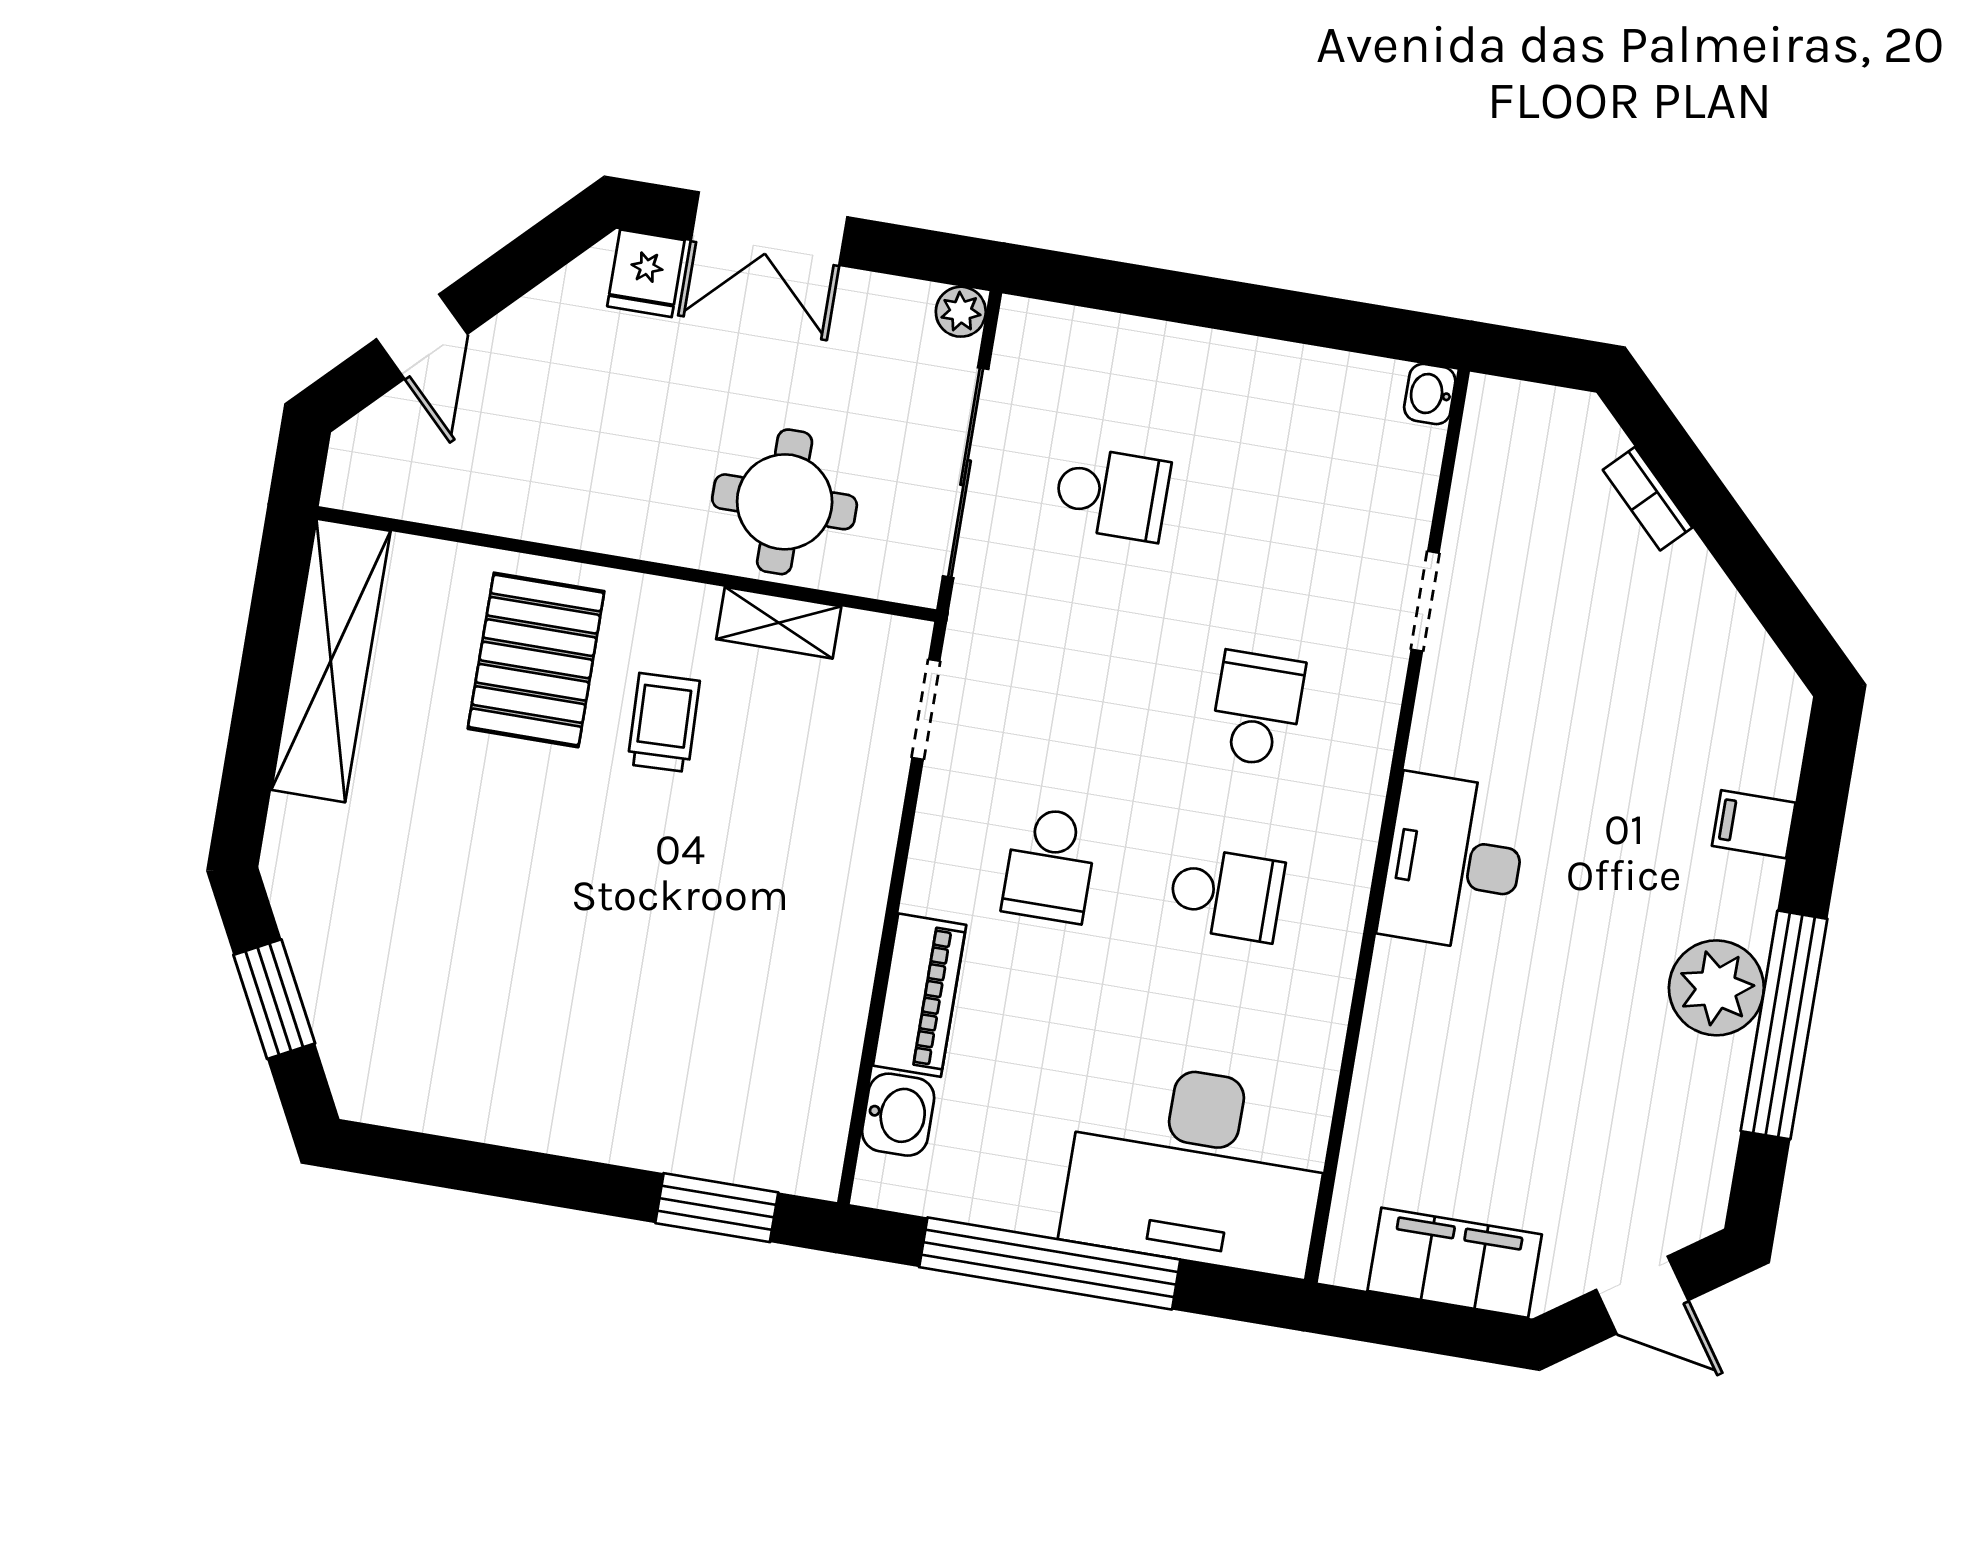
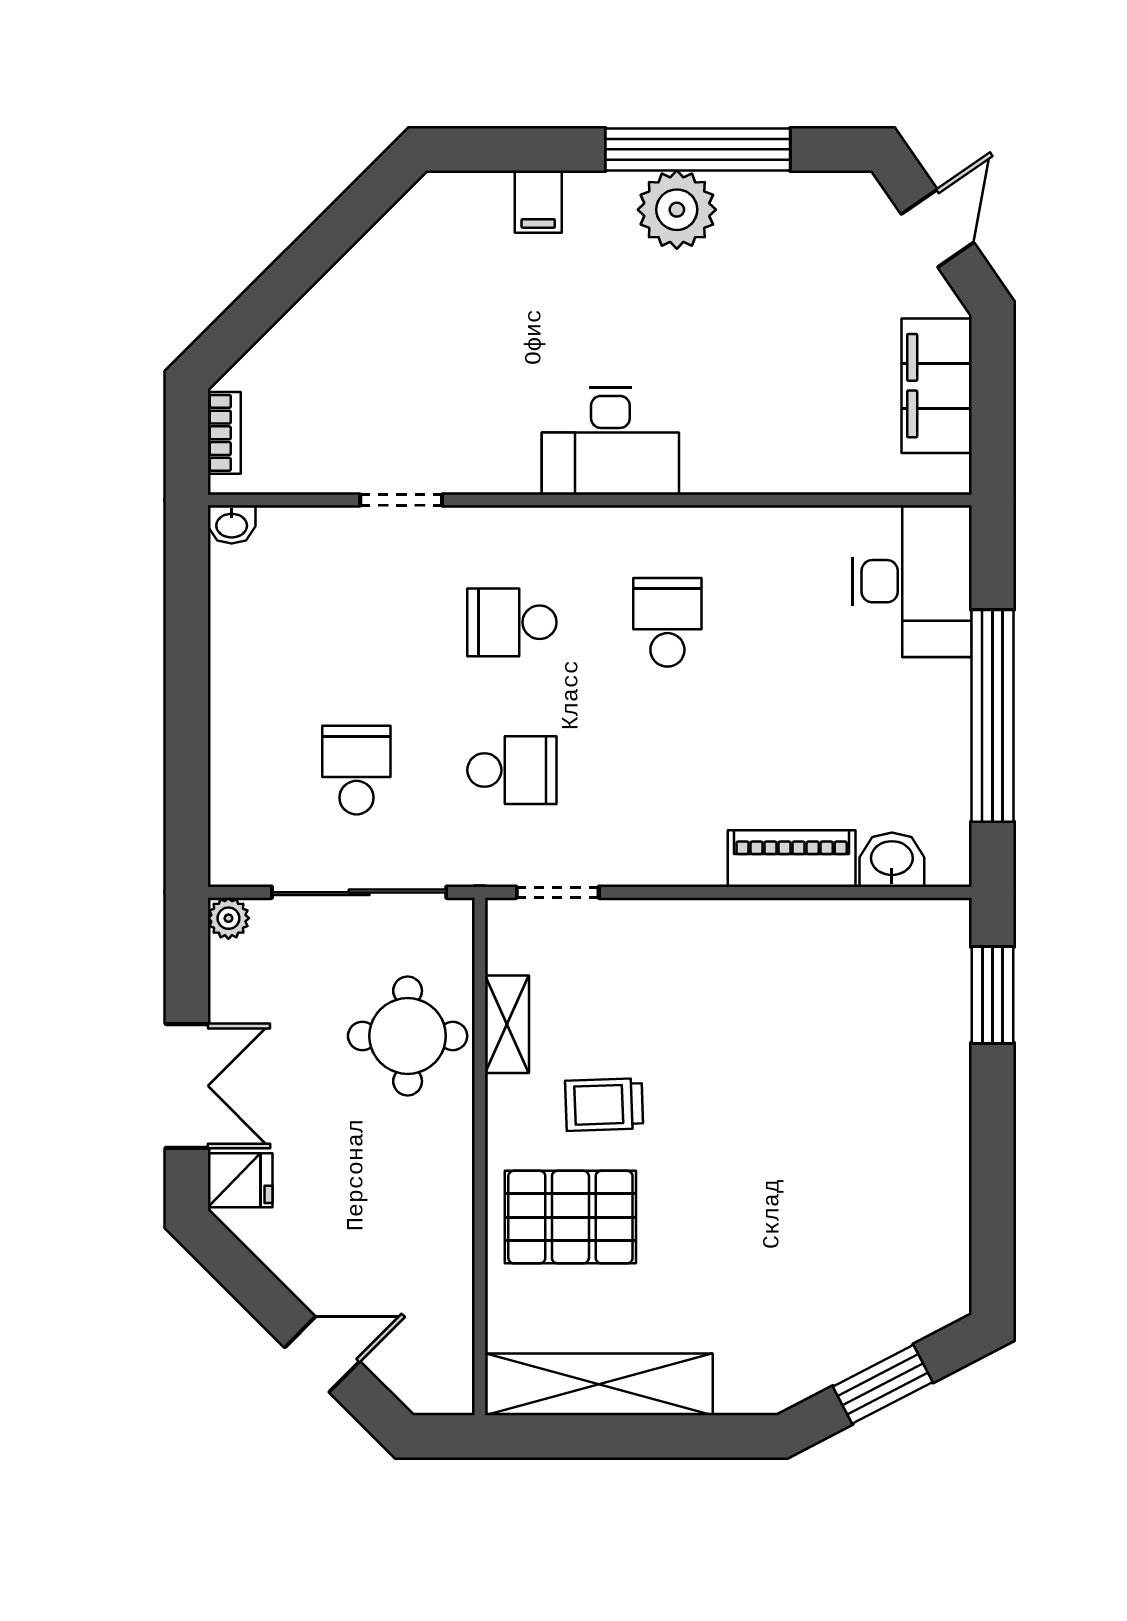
bookcase: (1648, 499) -> (224, 433), moved, turned -45
school desk: (1050, 865) -> (512, 770), moved
desk: (1197, 1167) -> (912, 581), width x0.73, depth x0.77

